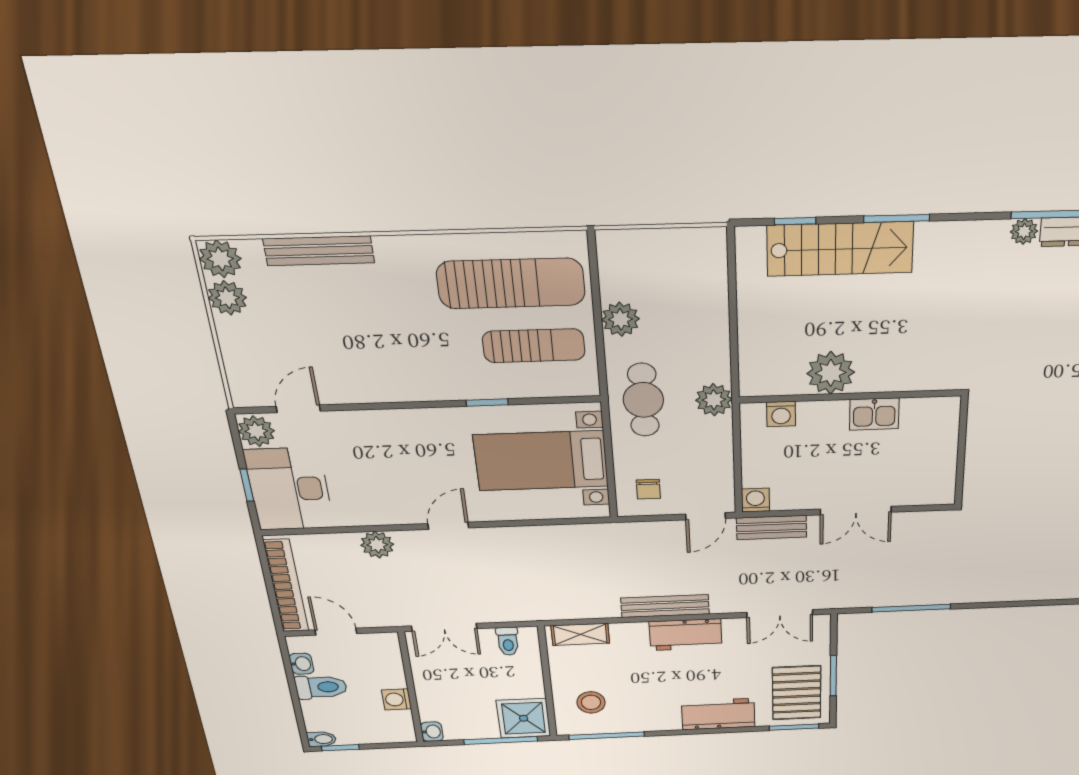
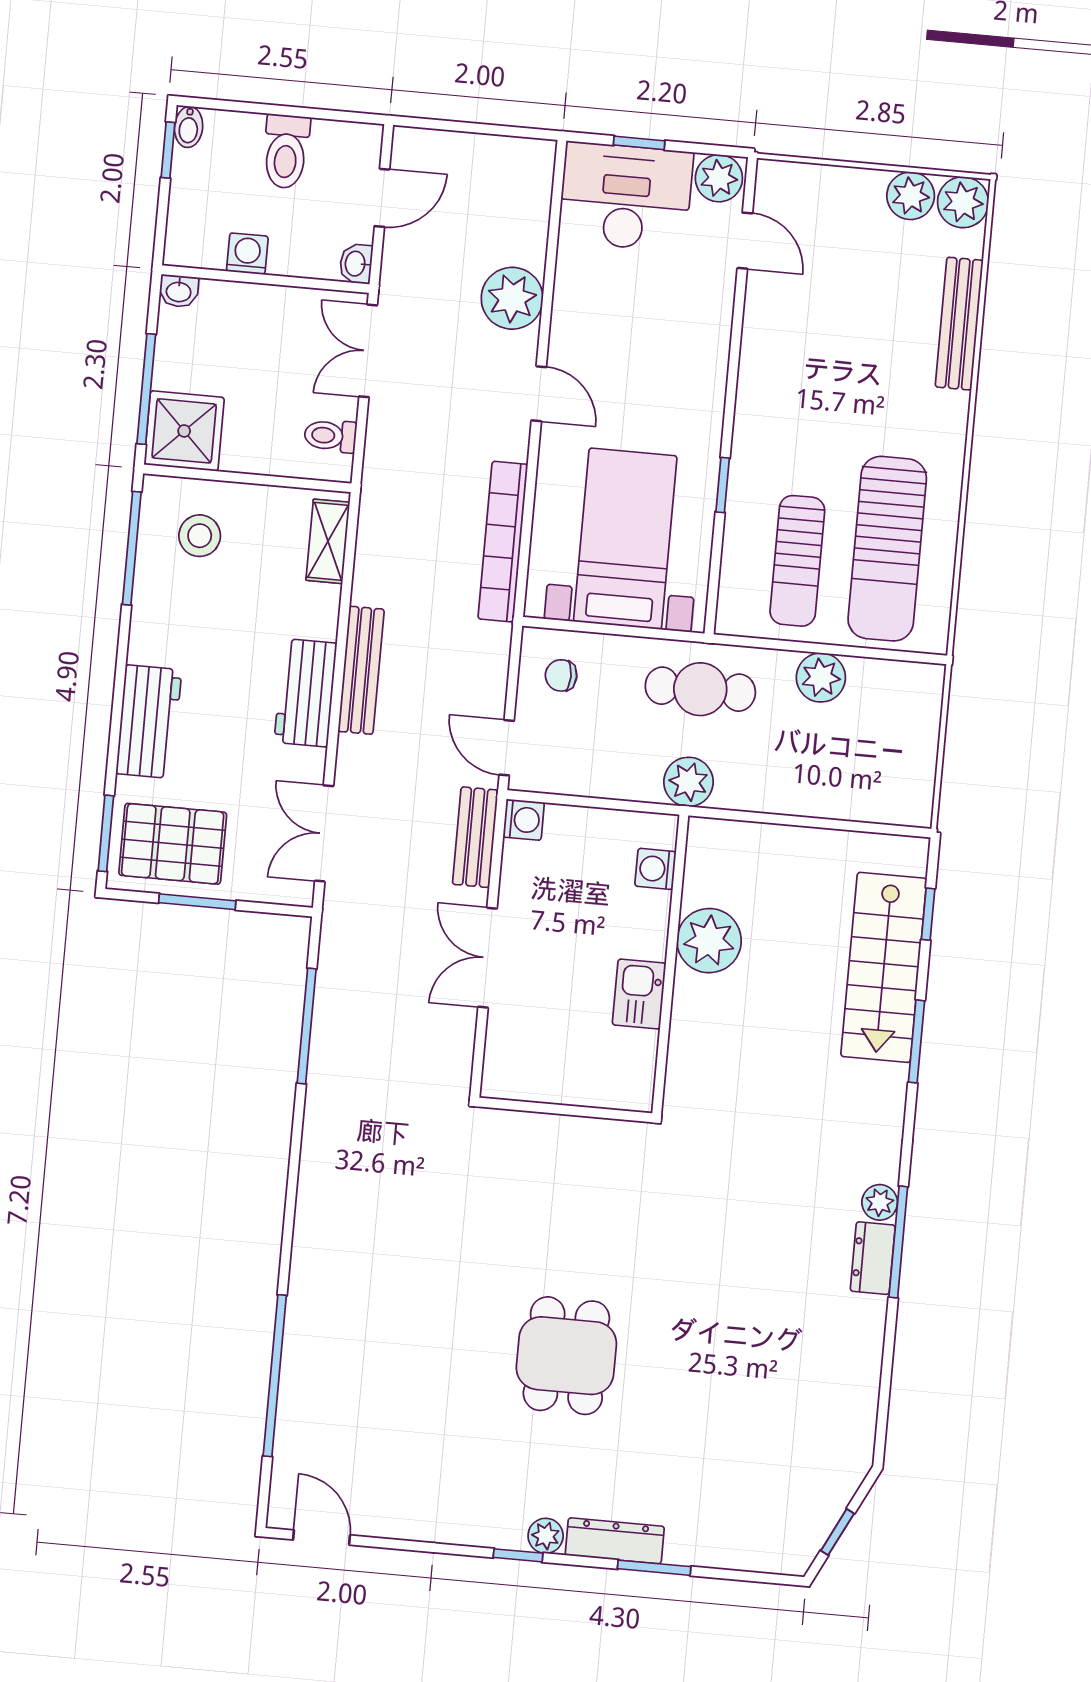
plant: (377, 545) -> (512, 298), width x1.36, depth x1.36
bookcase: (286, 586) -> (503, 542), moved, turned 90
washbasin: (301, 664) -> (356, 264), moved, turned 90

